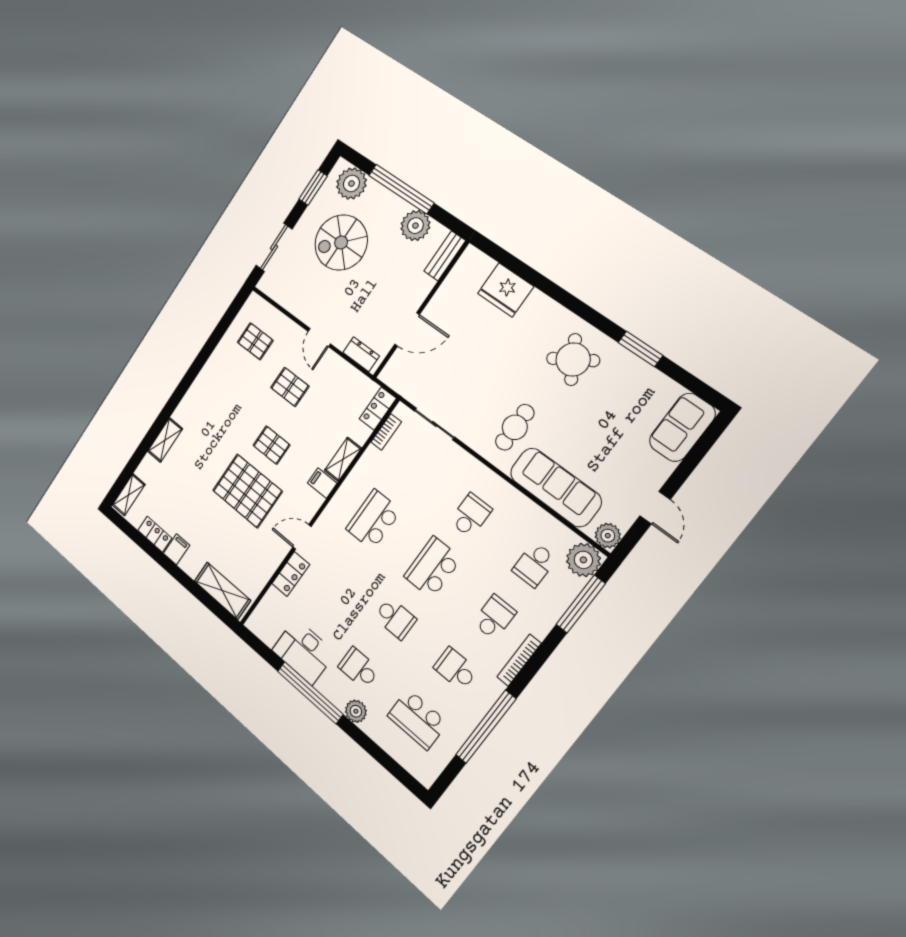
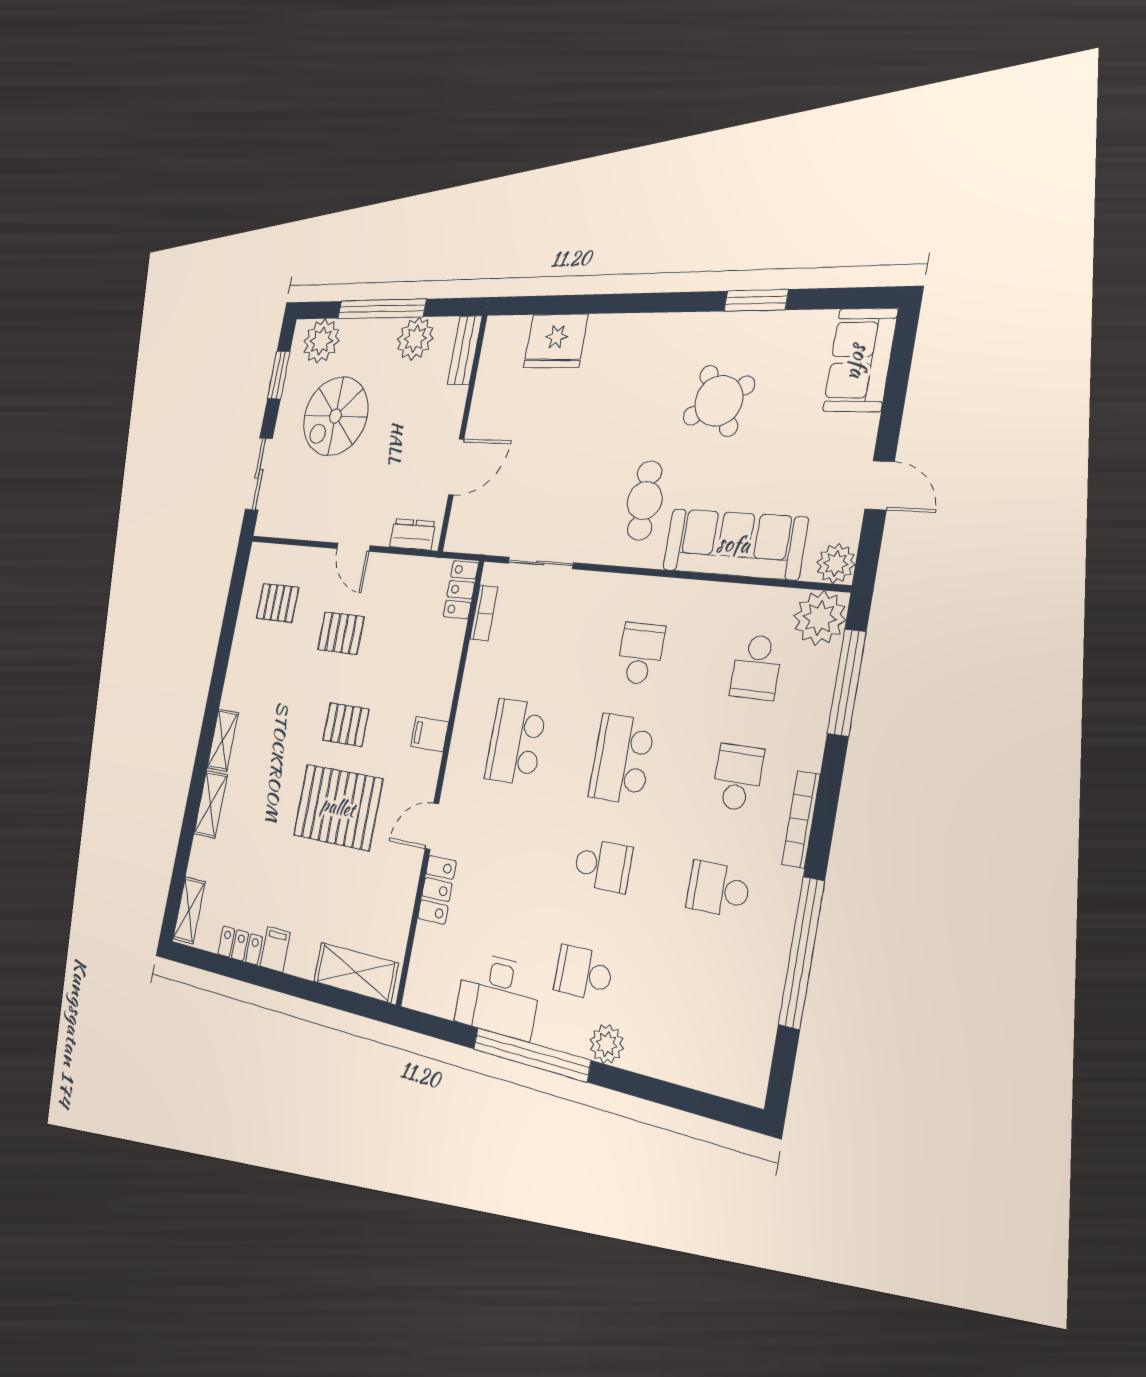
round table: (573, 360) -> (719, 401), moved
shelving: (343, 459) -> (223, 740), moved
school desk: (417, 719) -> (699, 1002), removed

